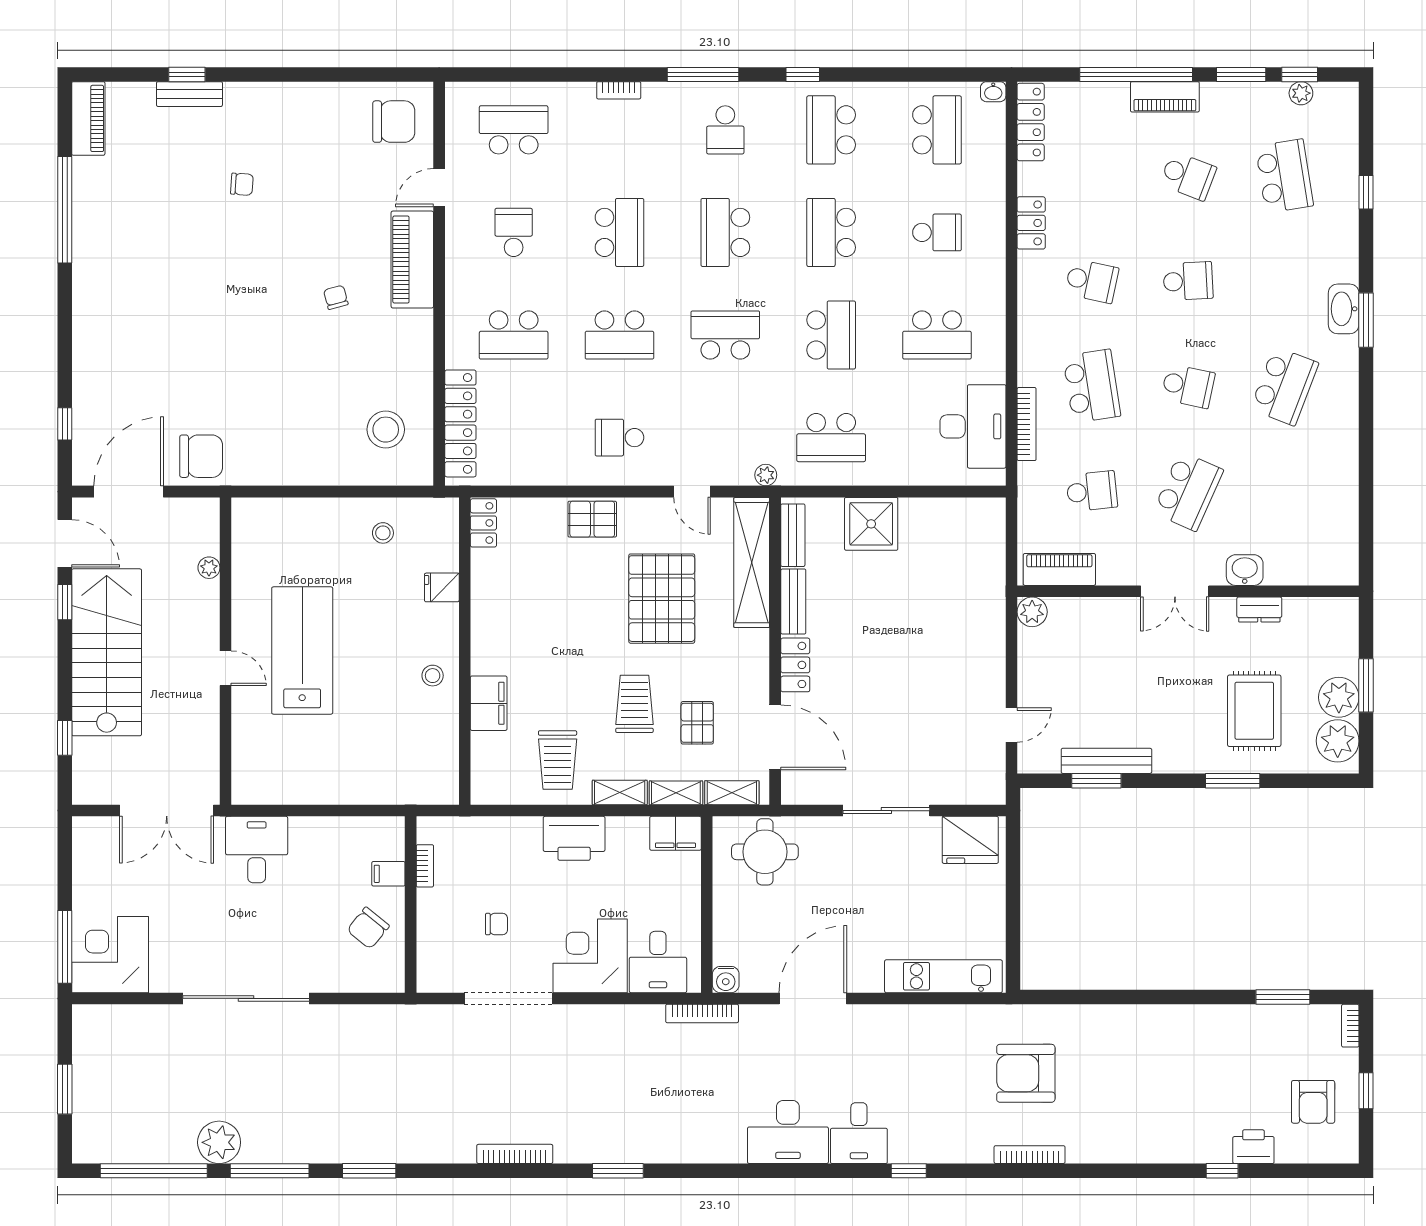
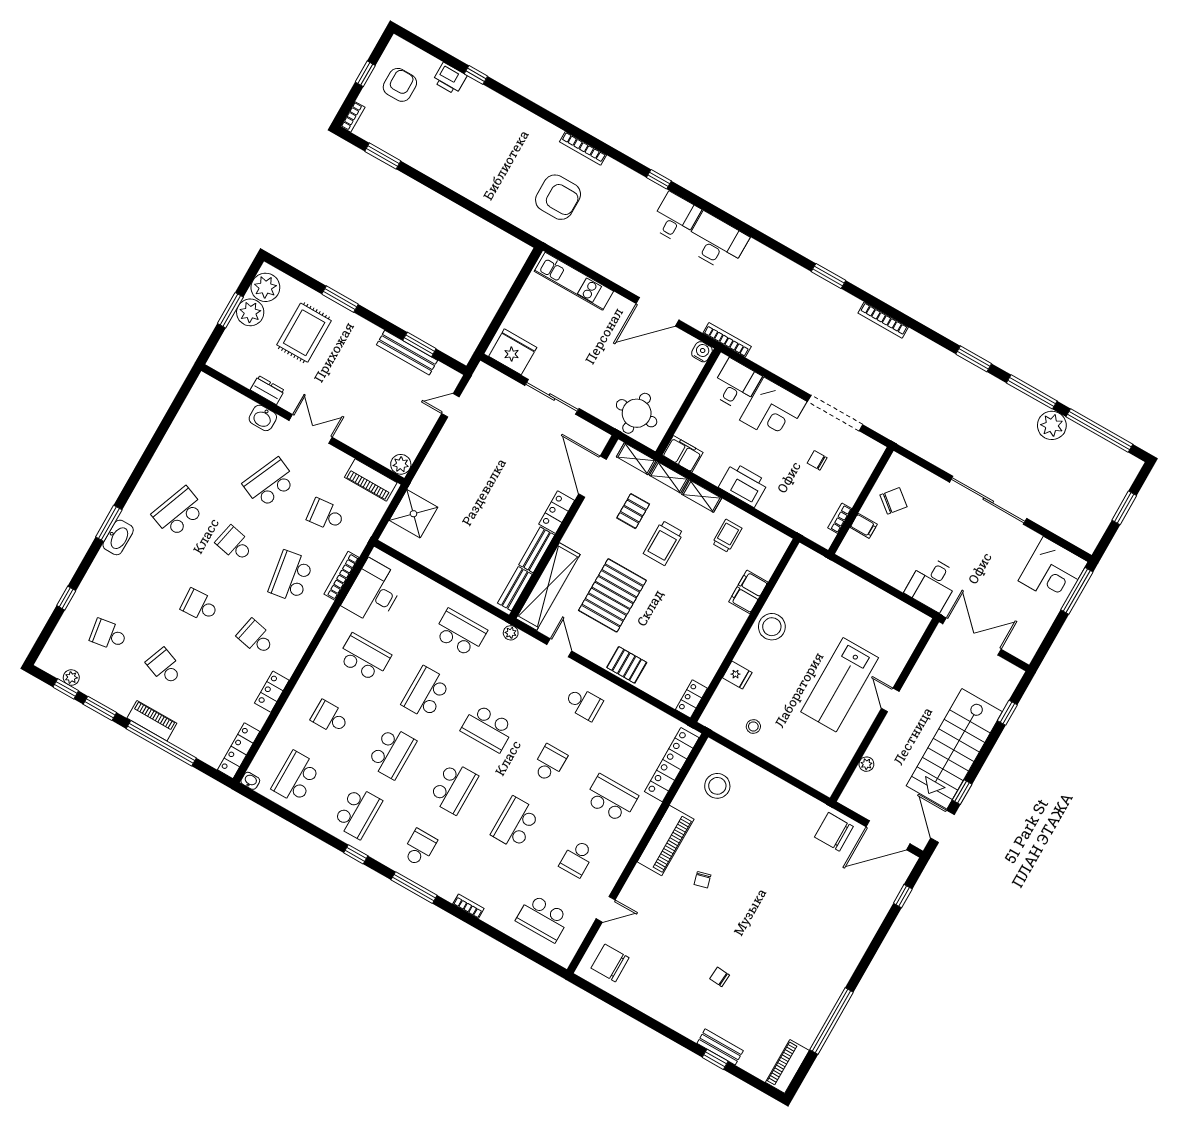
school desk: (1284, 176) -> (108, 635), width x0.54
piano: (412, 260) -> (666, 840), moved
school desk: (619, 335) -> (549, 763), width x0.54
shower: (871, 524) -> (413, 514), moved
stool: (433, 676) -> (772, 627), width x1.89, depth x1.89
trolley: (558, 760) -> (727, 536), width x0.73, depth x0.72

